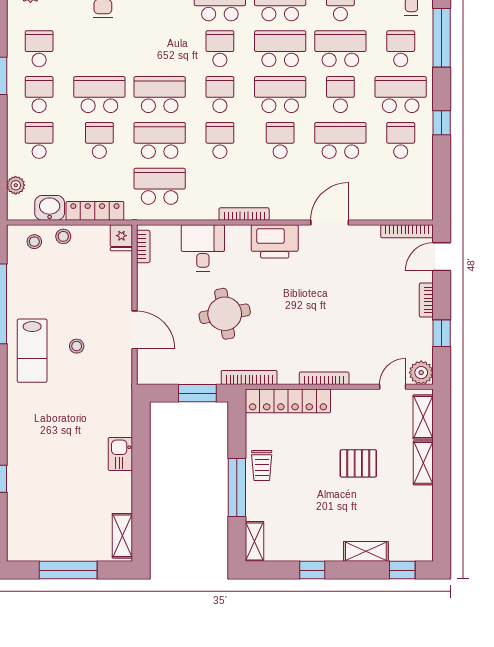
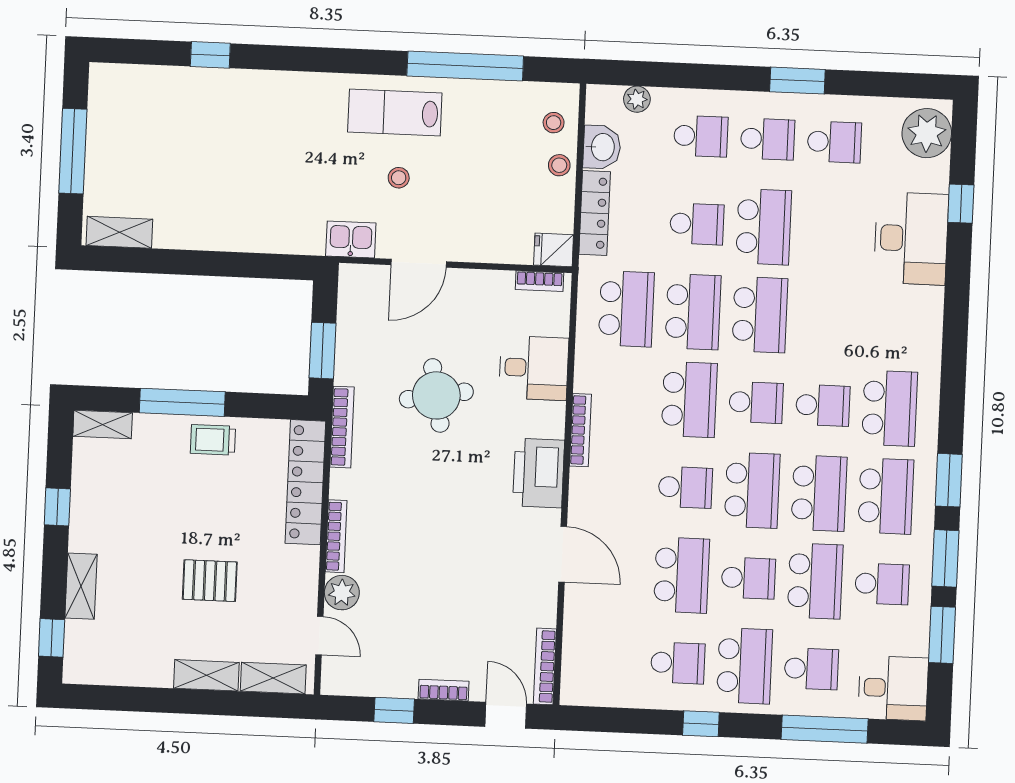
school desk: (220, 140) -> (689, 400), width x1.85
plant: (421, 373) -> (342, 593), moved
kitchen sink: (120, 454) -> (351, 239), moved
pallet: (358, 463) -> (210, 581), turned 90

